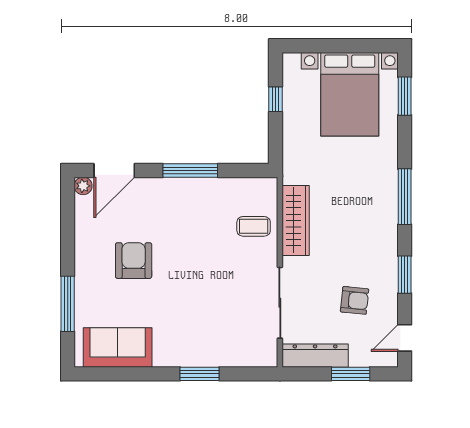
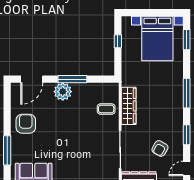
plant: (83, 186) -> (63, 92), moved, width x1.87, depth x1.87
armchair: (134, 261) -> (26, 124), moved
armchair: (355, 300) -> (160, 148), turned 113

